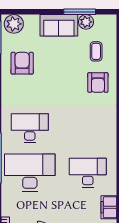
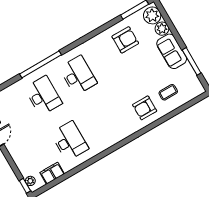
plant: (86, 22) -> (162, 29), moved
desk: (30, 173) -> (43, 96), width x0.73, depth x0.77

